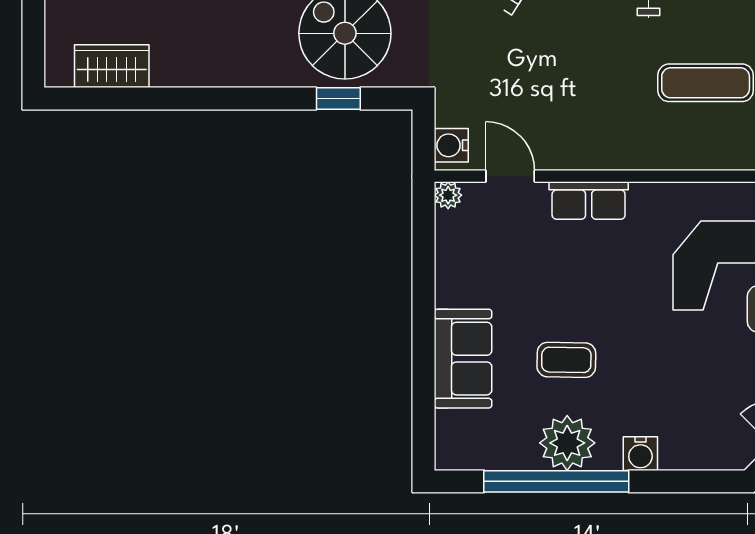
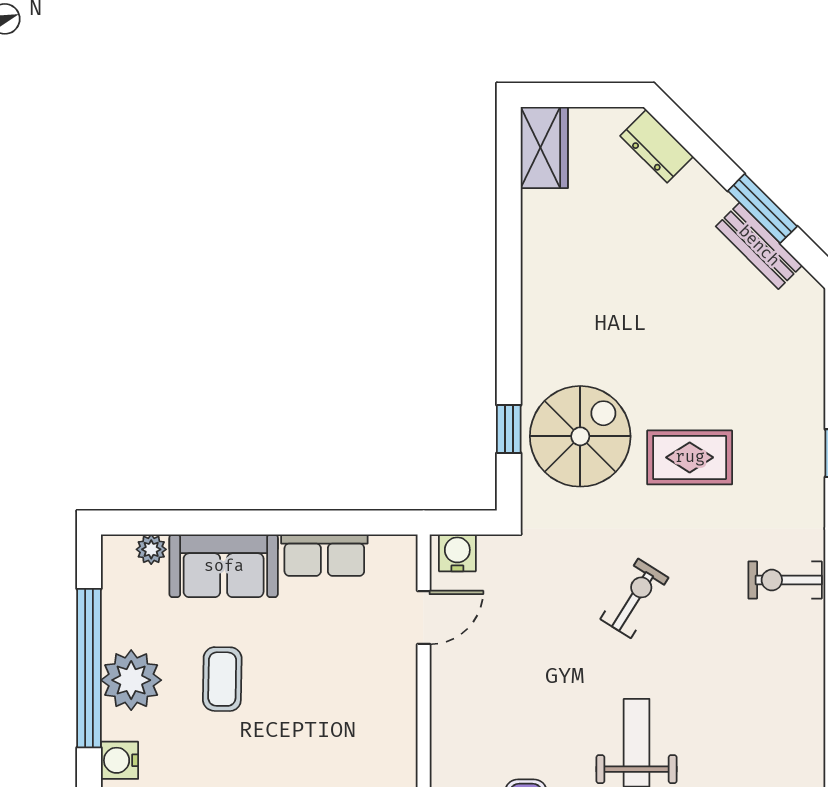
wardrobe: (112, 66) -> (544, 147), moved
plant: (448, 195) -> (151, 549), moved
row of seats: (589, 200) -> (324, 555), moved, turned -90

